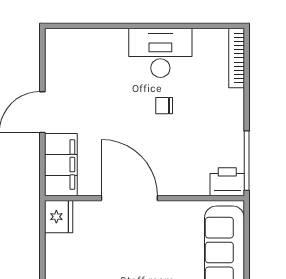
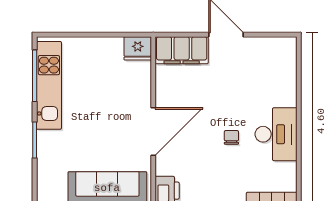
door: (129, 198) -> (153, 131), moved

